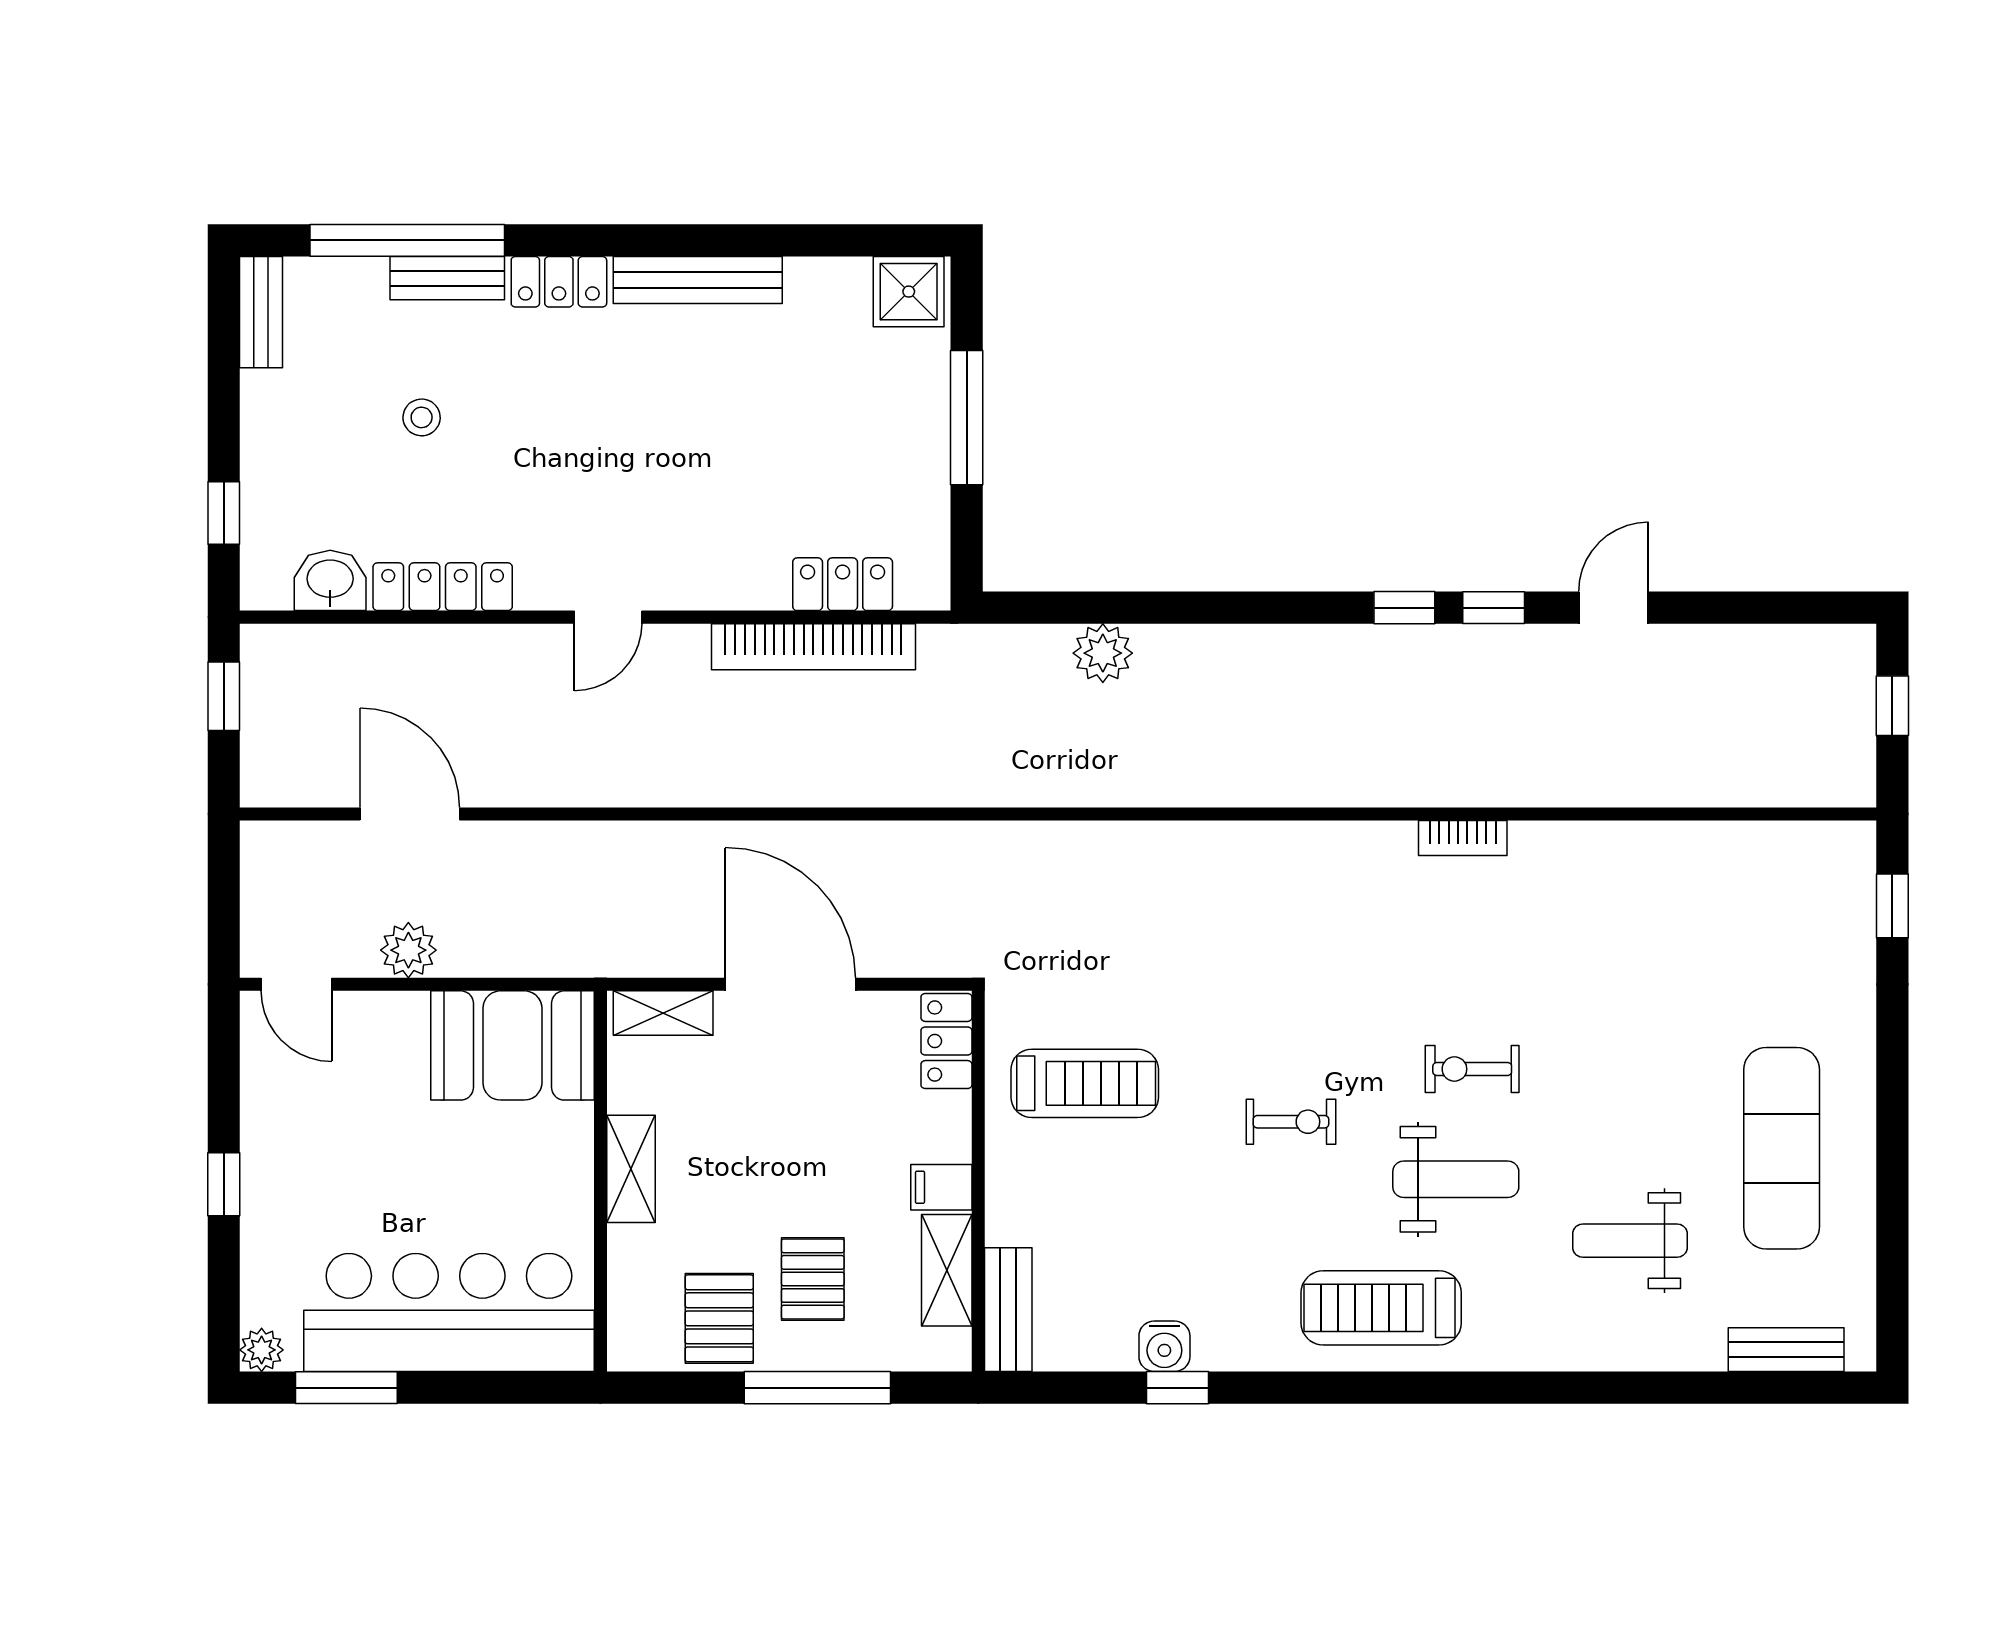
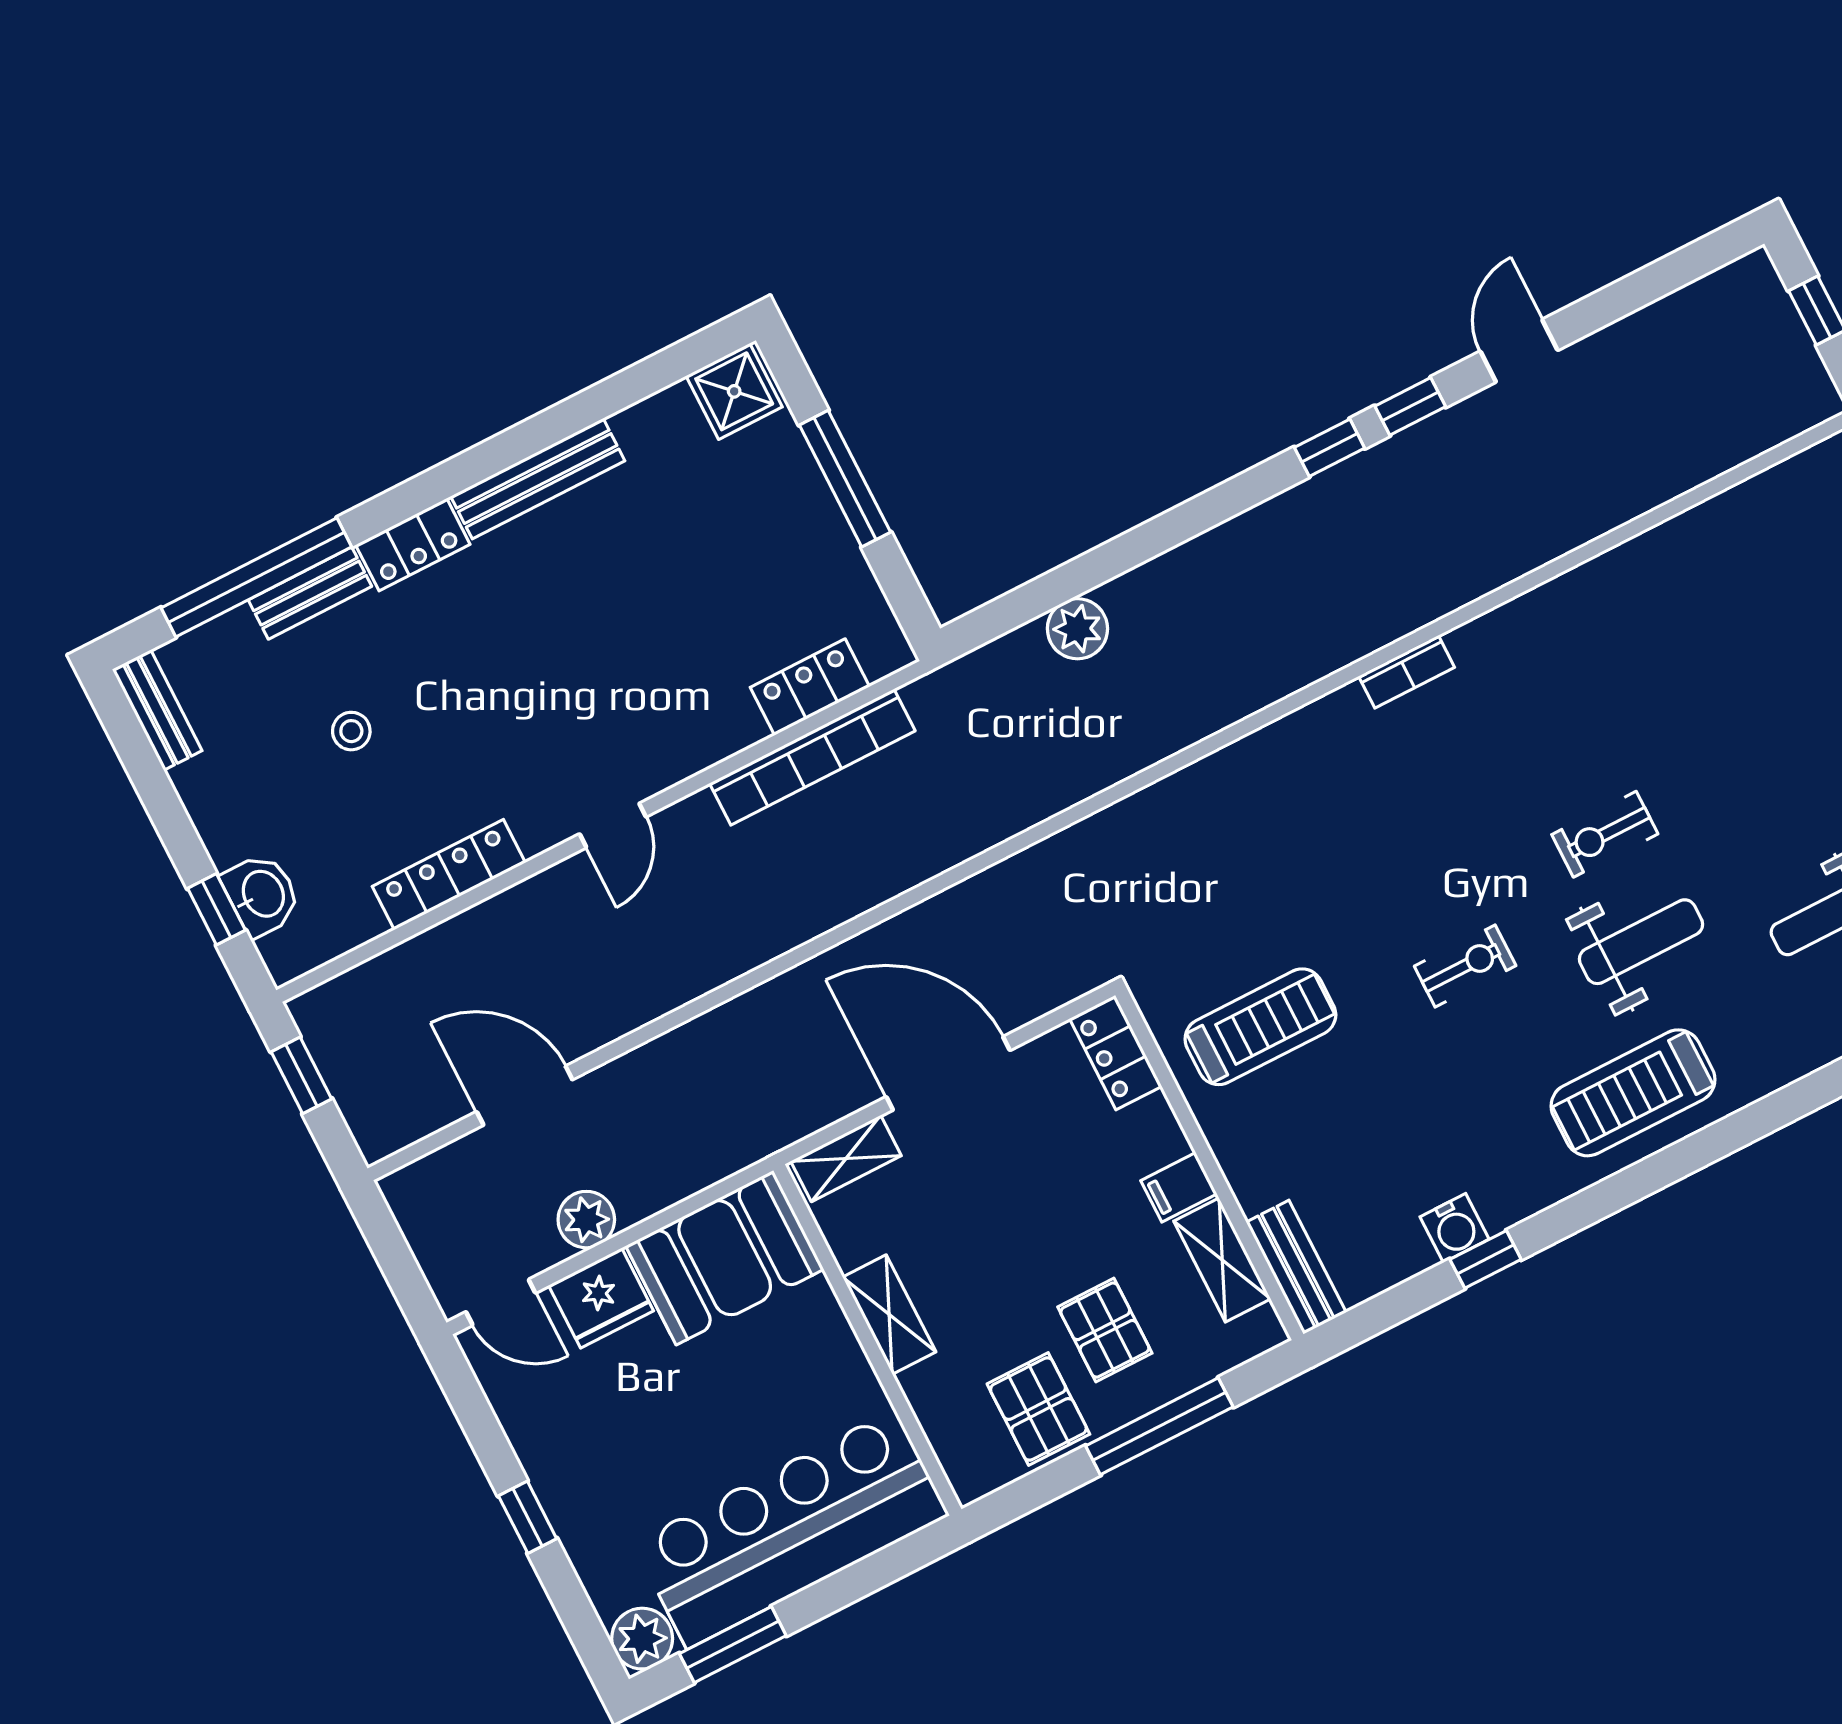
washbasin: (330, 580) -> (262, 895), moved, turned 90
bookcase: (1463, 838) -> (1407, 672), moved
fridge: (386, 1025) -> (601, 1298), added
plant: (262, 1350) -> (642, 1639), width x1.38, depth x1.38

